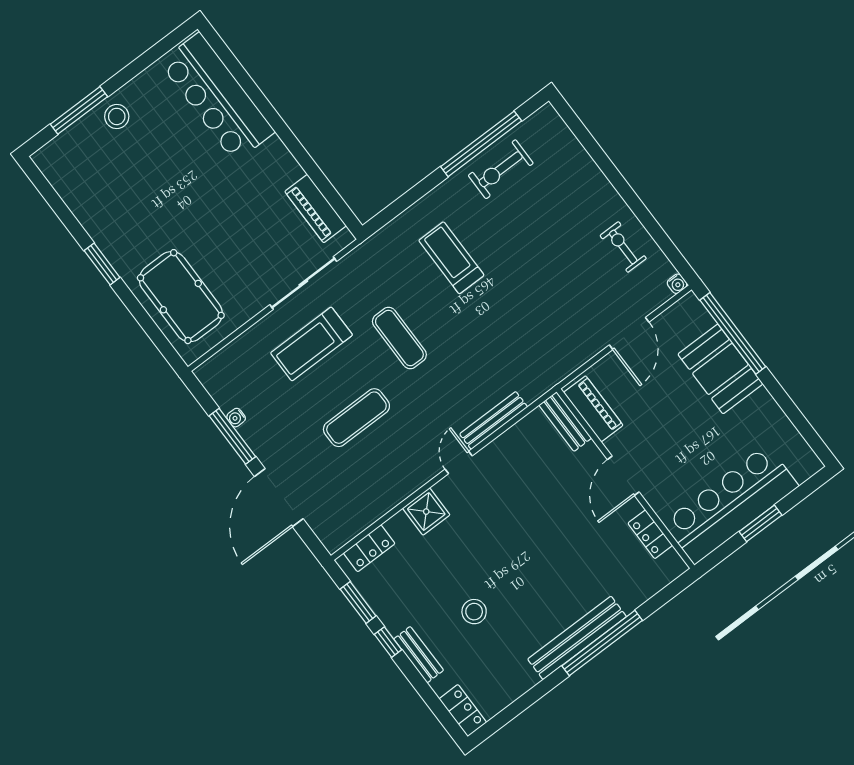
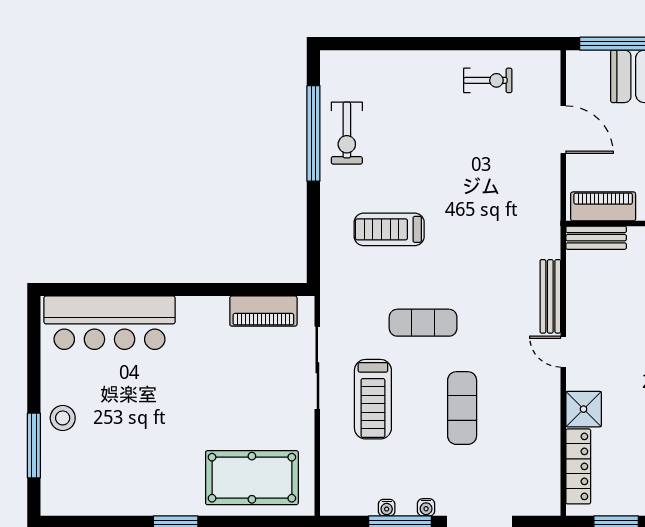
exercise bike: (623, 247) -> (488, 80), turned 180
water cooler: (677, 284) -> (426, 507), moved, turned 90
locker: (369, 548) -> (578, 466), width x1.53

